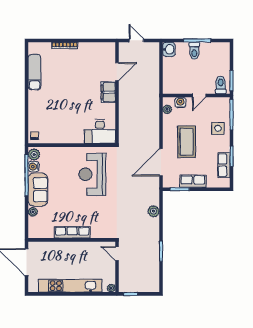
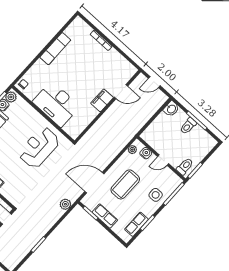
door: (136, 40) -> (154, 82), swing flipped
exam couch: (34, 72) -> (55, 49), moved
desk: (100, 131) -> (56, 104), moved, width x1.36, depth x1.30
plant: (154, 211) -> (65, 204), moved

